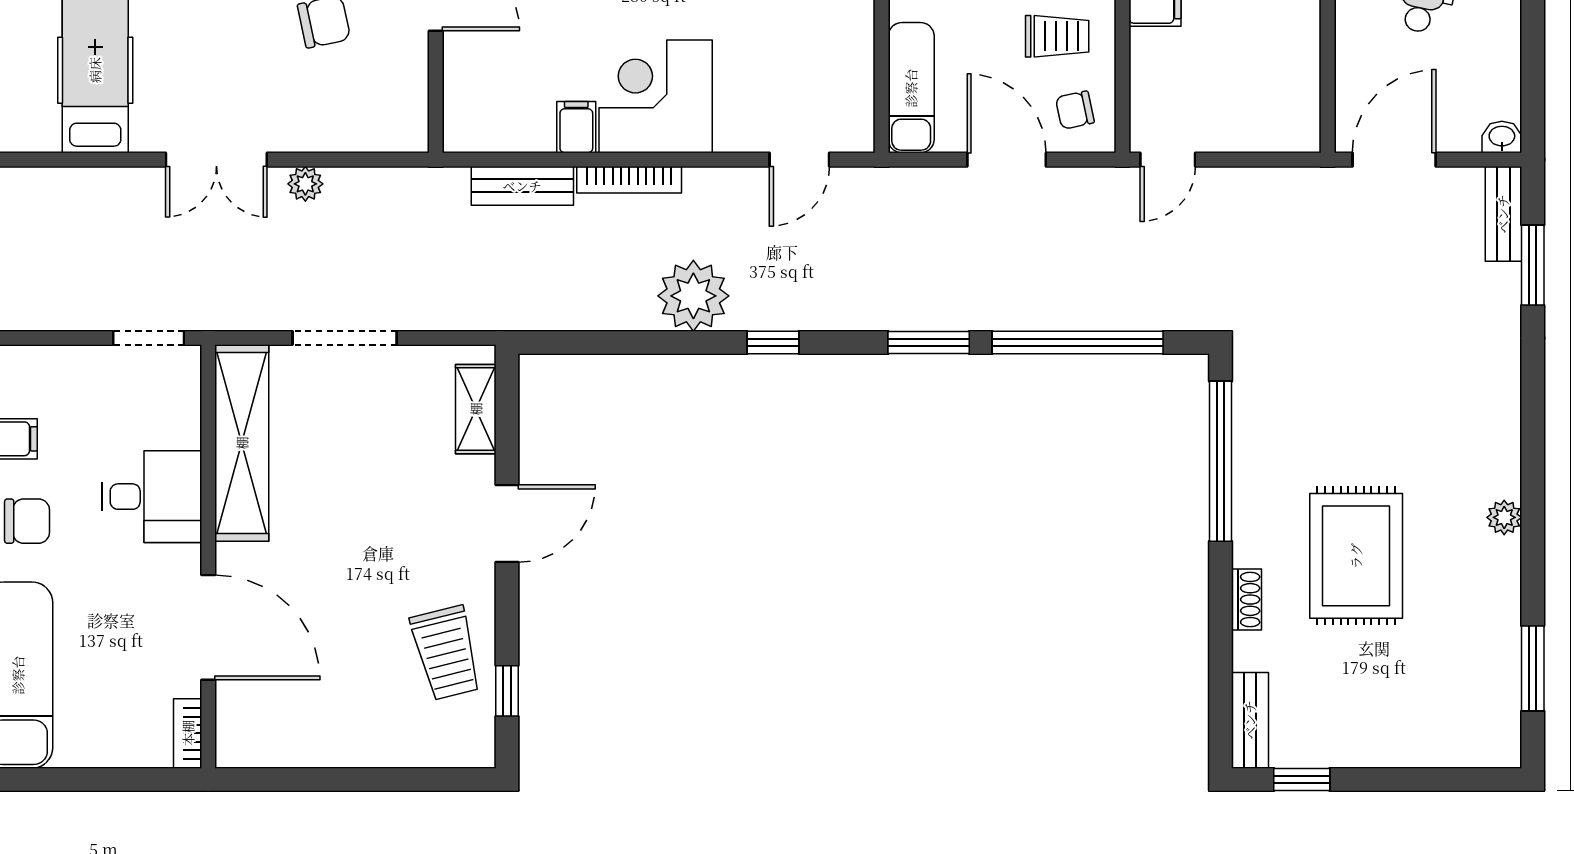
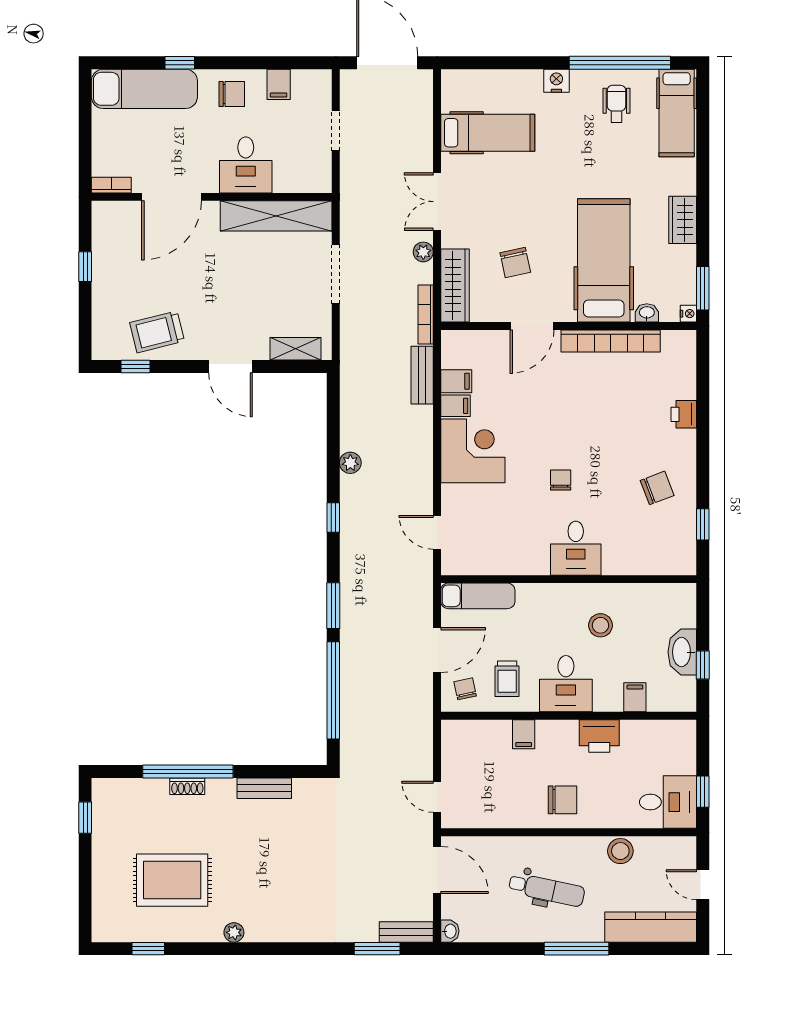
filing cabinet: (533, 126) -> (456, 381), added
wardrobe: (364, 128) -> (455, 285), added
door: (1168, 160) -> (437, 797), moved
bookcase: (629, 180) -> (426, 315), moved
plant: (693, 296) -> (350, 463), width x0.53, depth x0.53
doorway: (149, 338) -> (336, 130), moved
window: (1221, 461) -> (188, 771), moved
chair: (27, 521) -> (232, 94), turned -90
rug: (1356, 556) -> (172, 880), moved
window: (1533, 668) -> (148, 949), width x0.67
bench: (1250, 720) -> (264, 788), moved
window: (331, 779) -> (85, 267), added

